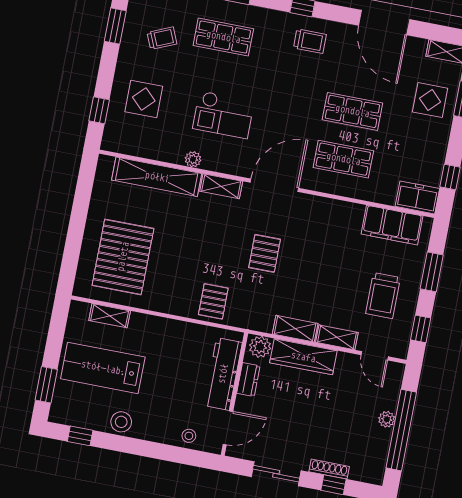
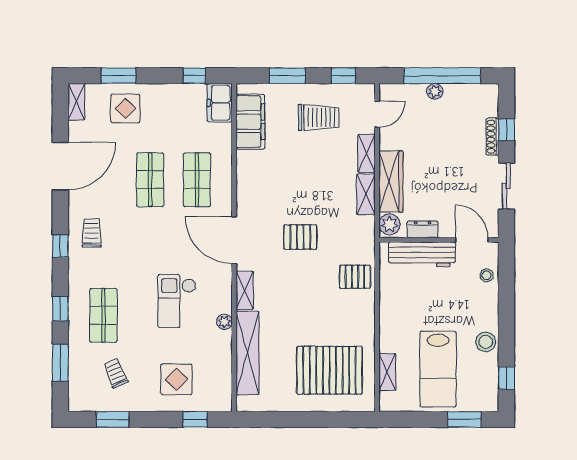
checkout: (223, 115) -> (177, 301), turned 180

